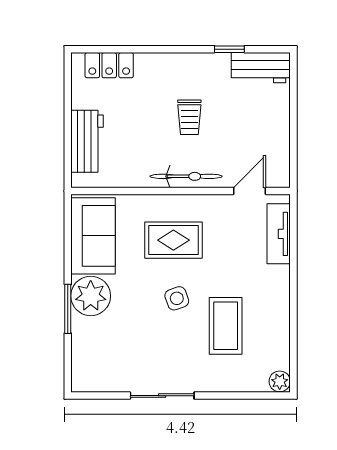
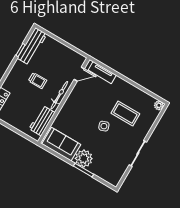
workbench: (261, 68) -> (32, 46), width x1.38
workbench: (87, 141) -> (42, 121), moved, turned -90
door: (250, 191) -> (79, 74), swing flipped
rug: (173, 240) -> (81, 114), removed

